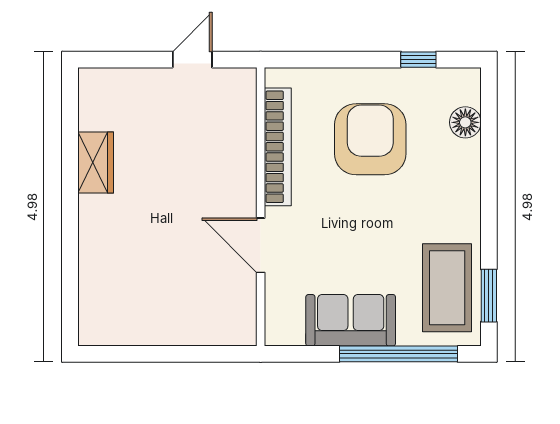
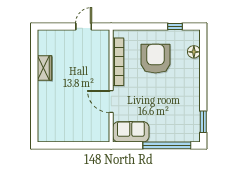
coffee table: (447, 288) -> (186, 119), removed
sofa: (351, 320) -> (131, 132), moved

